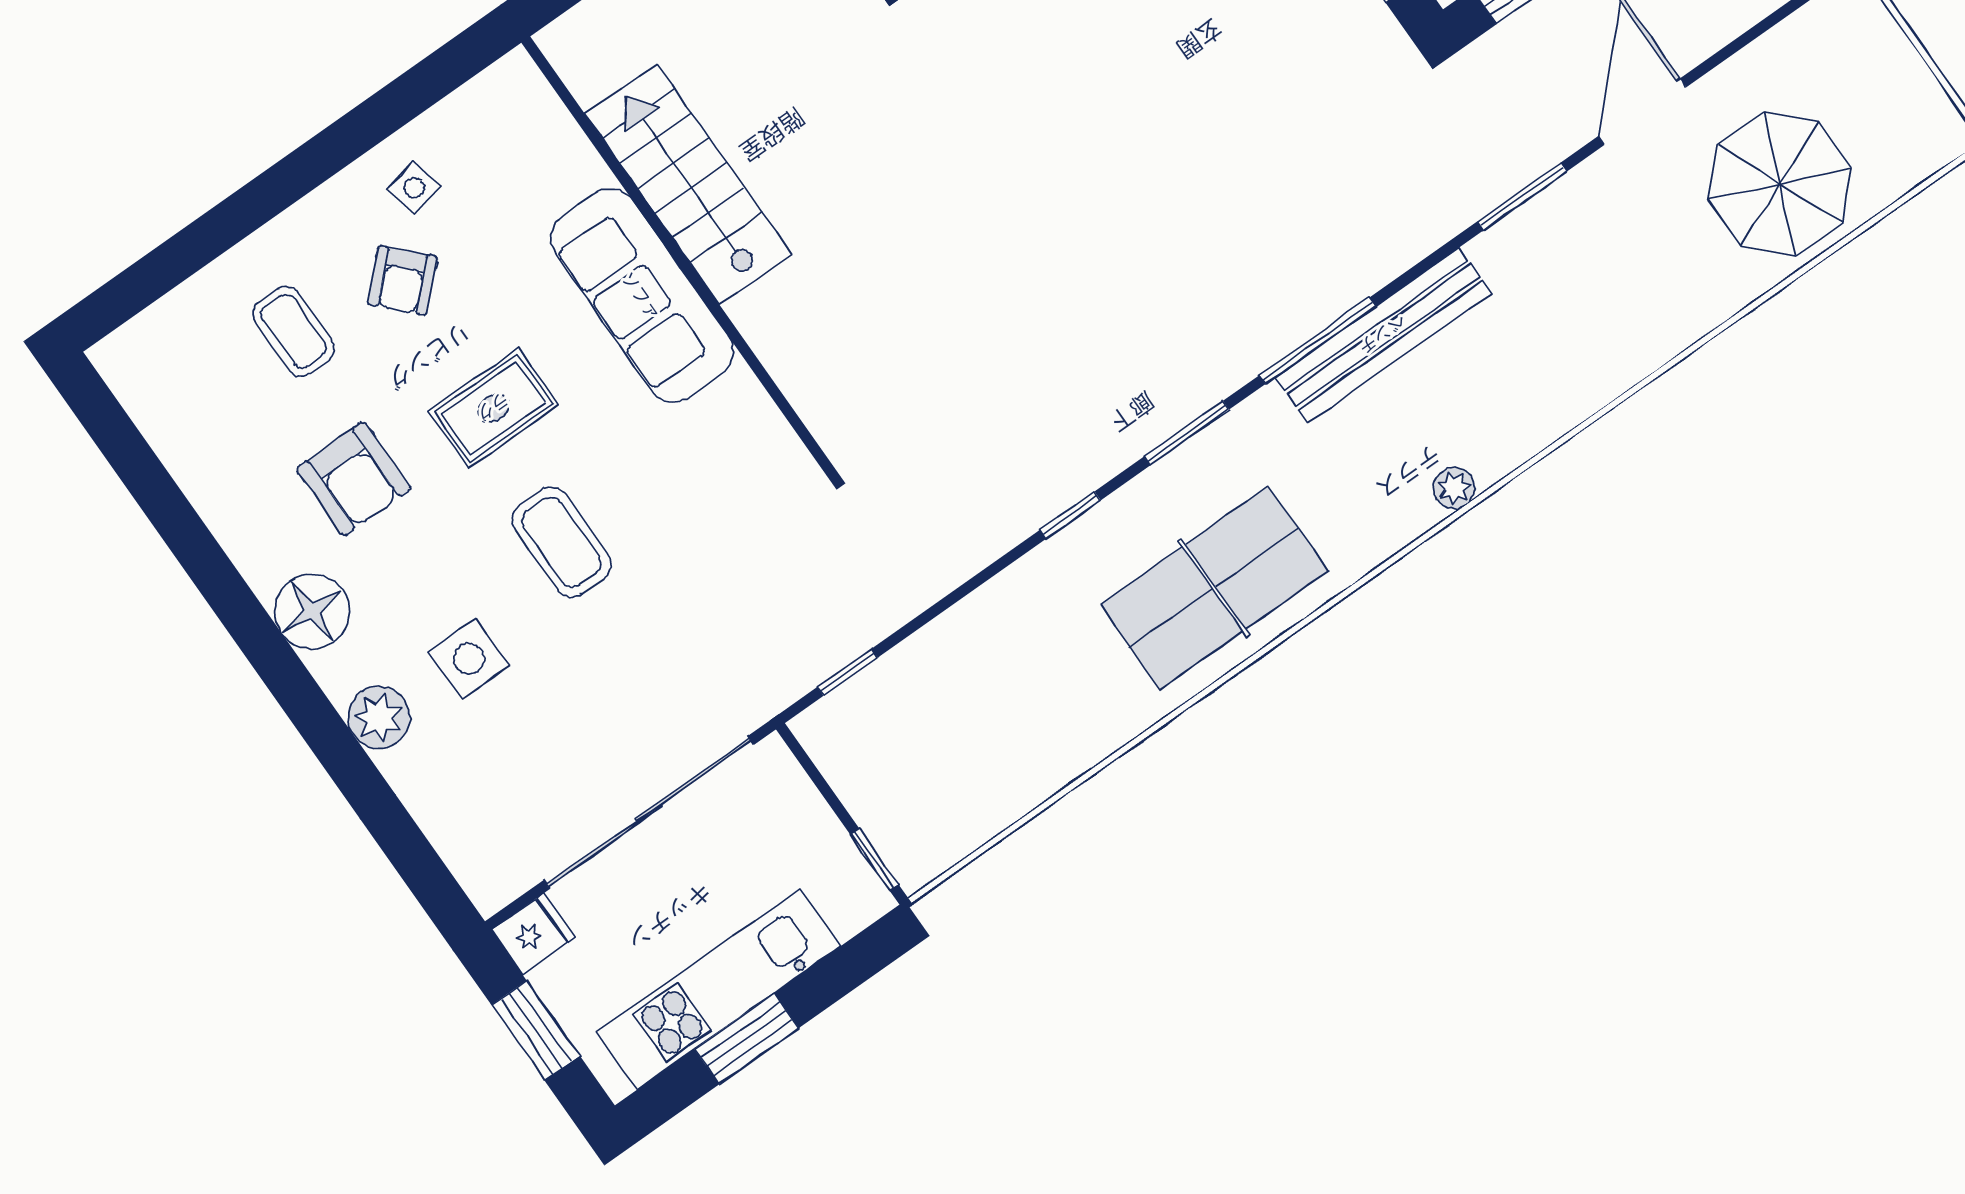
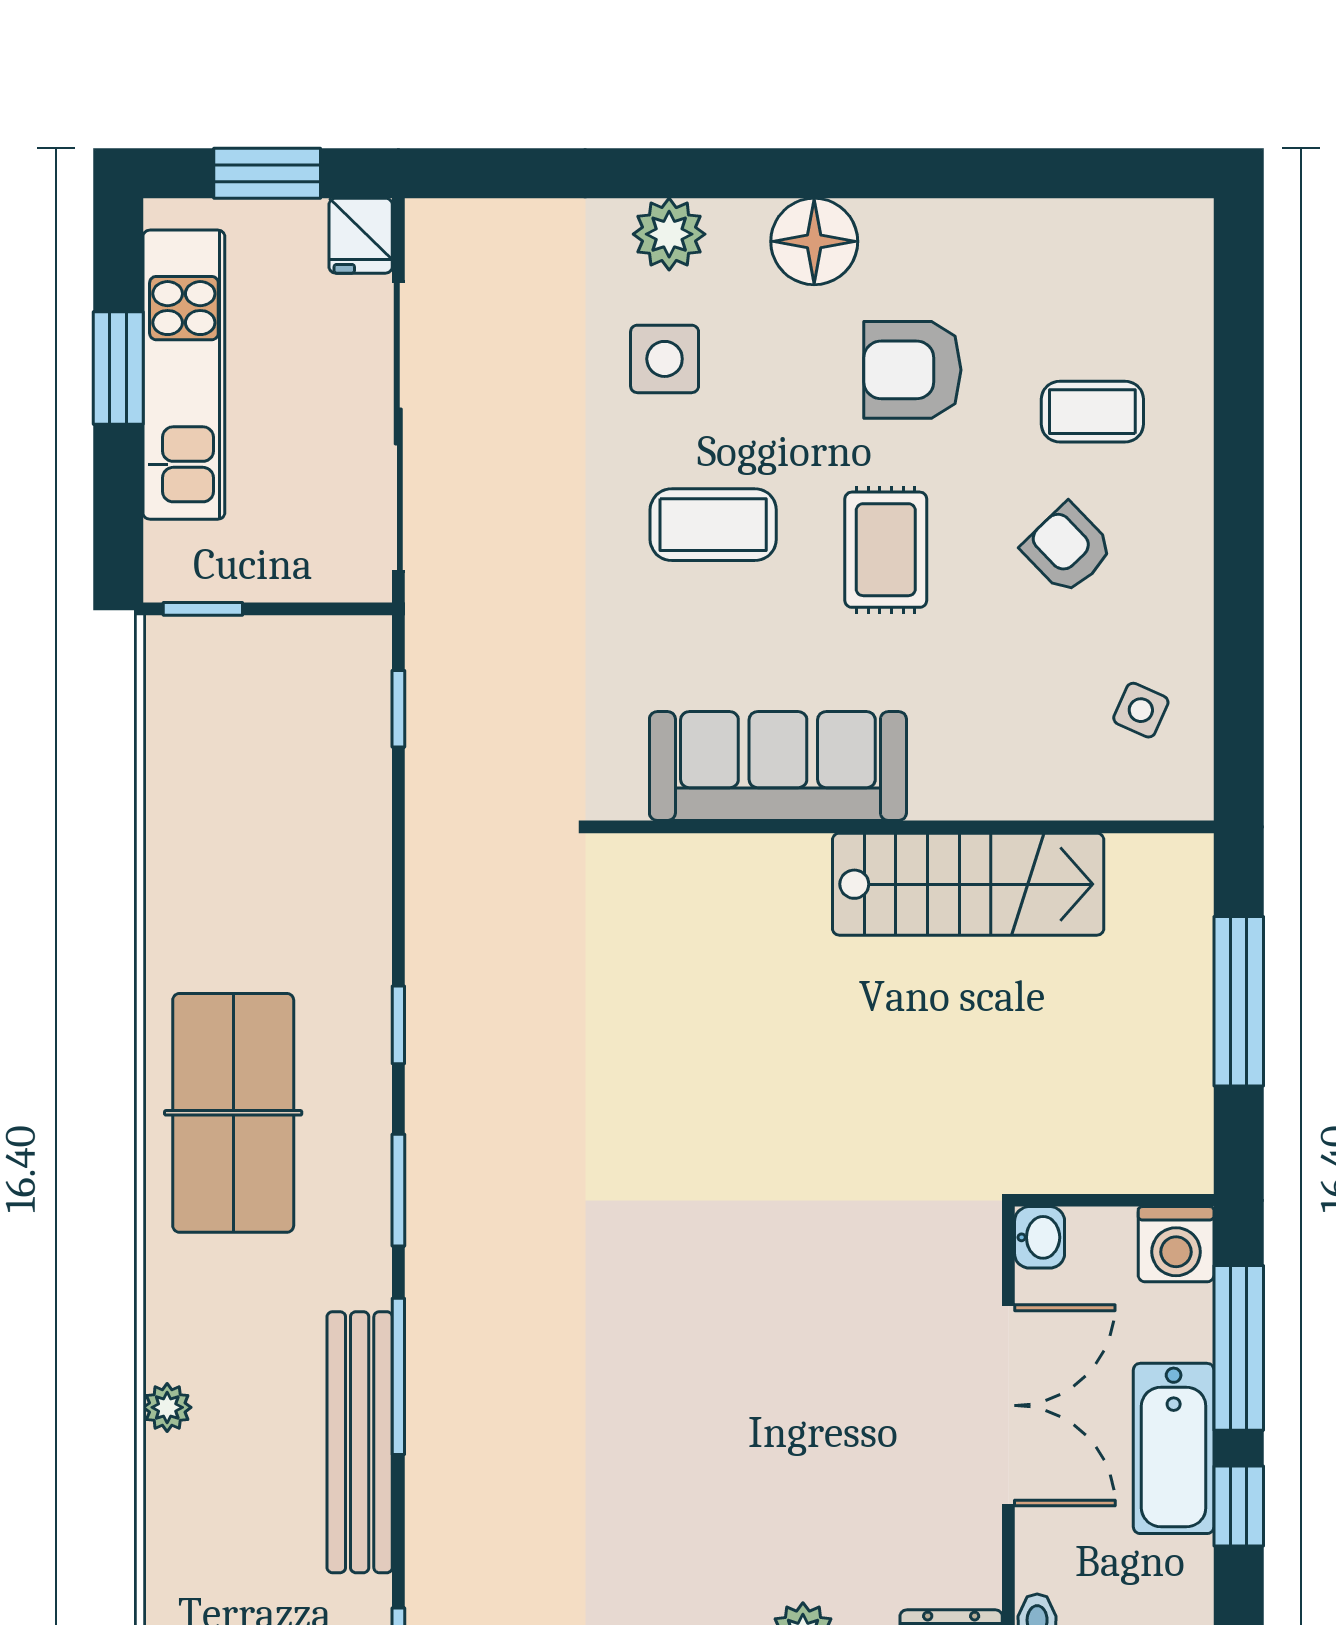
side table: (414, 188) -> (1141, 710), moved, turned 36
sofa: (642, 295) -> (778, 766), moved

